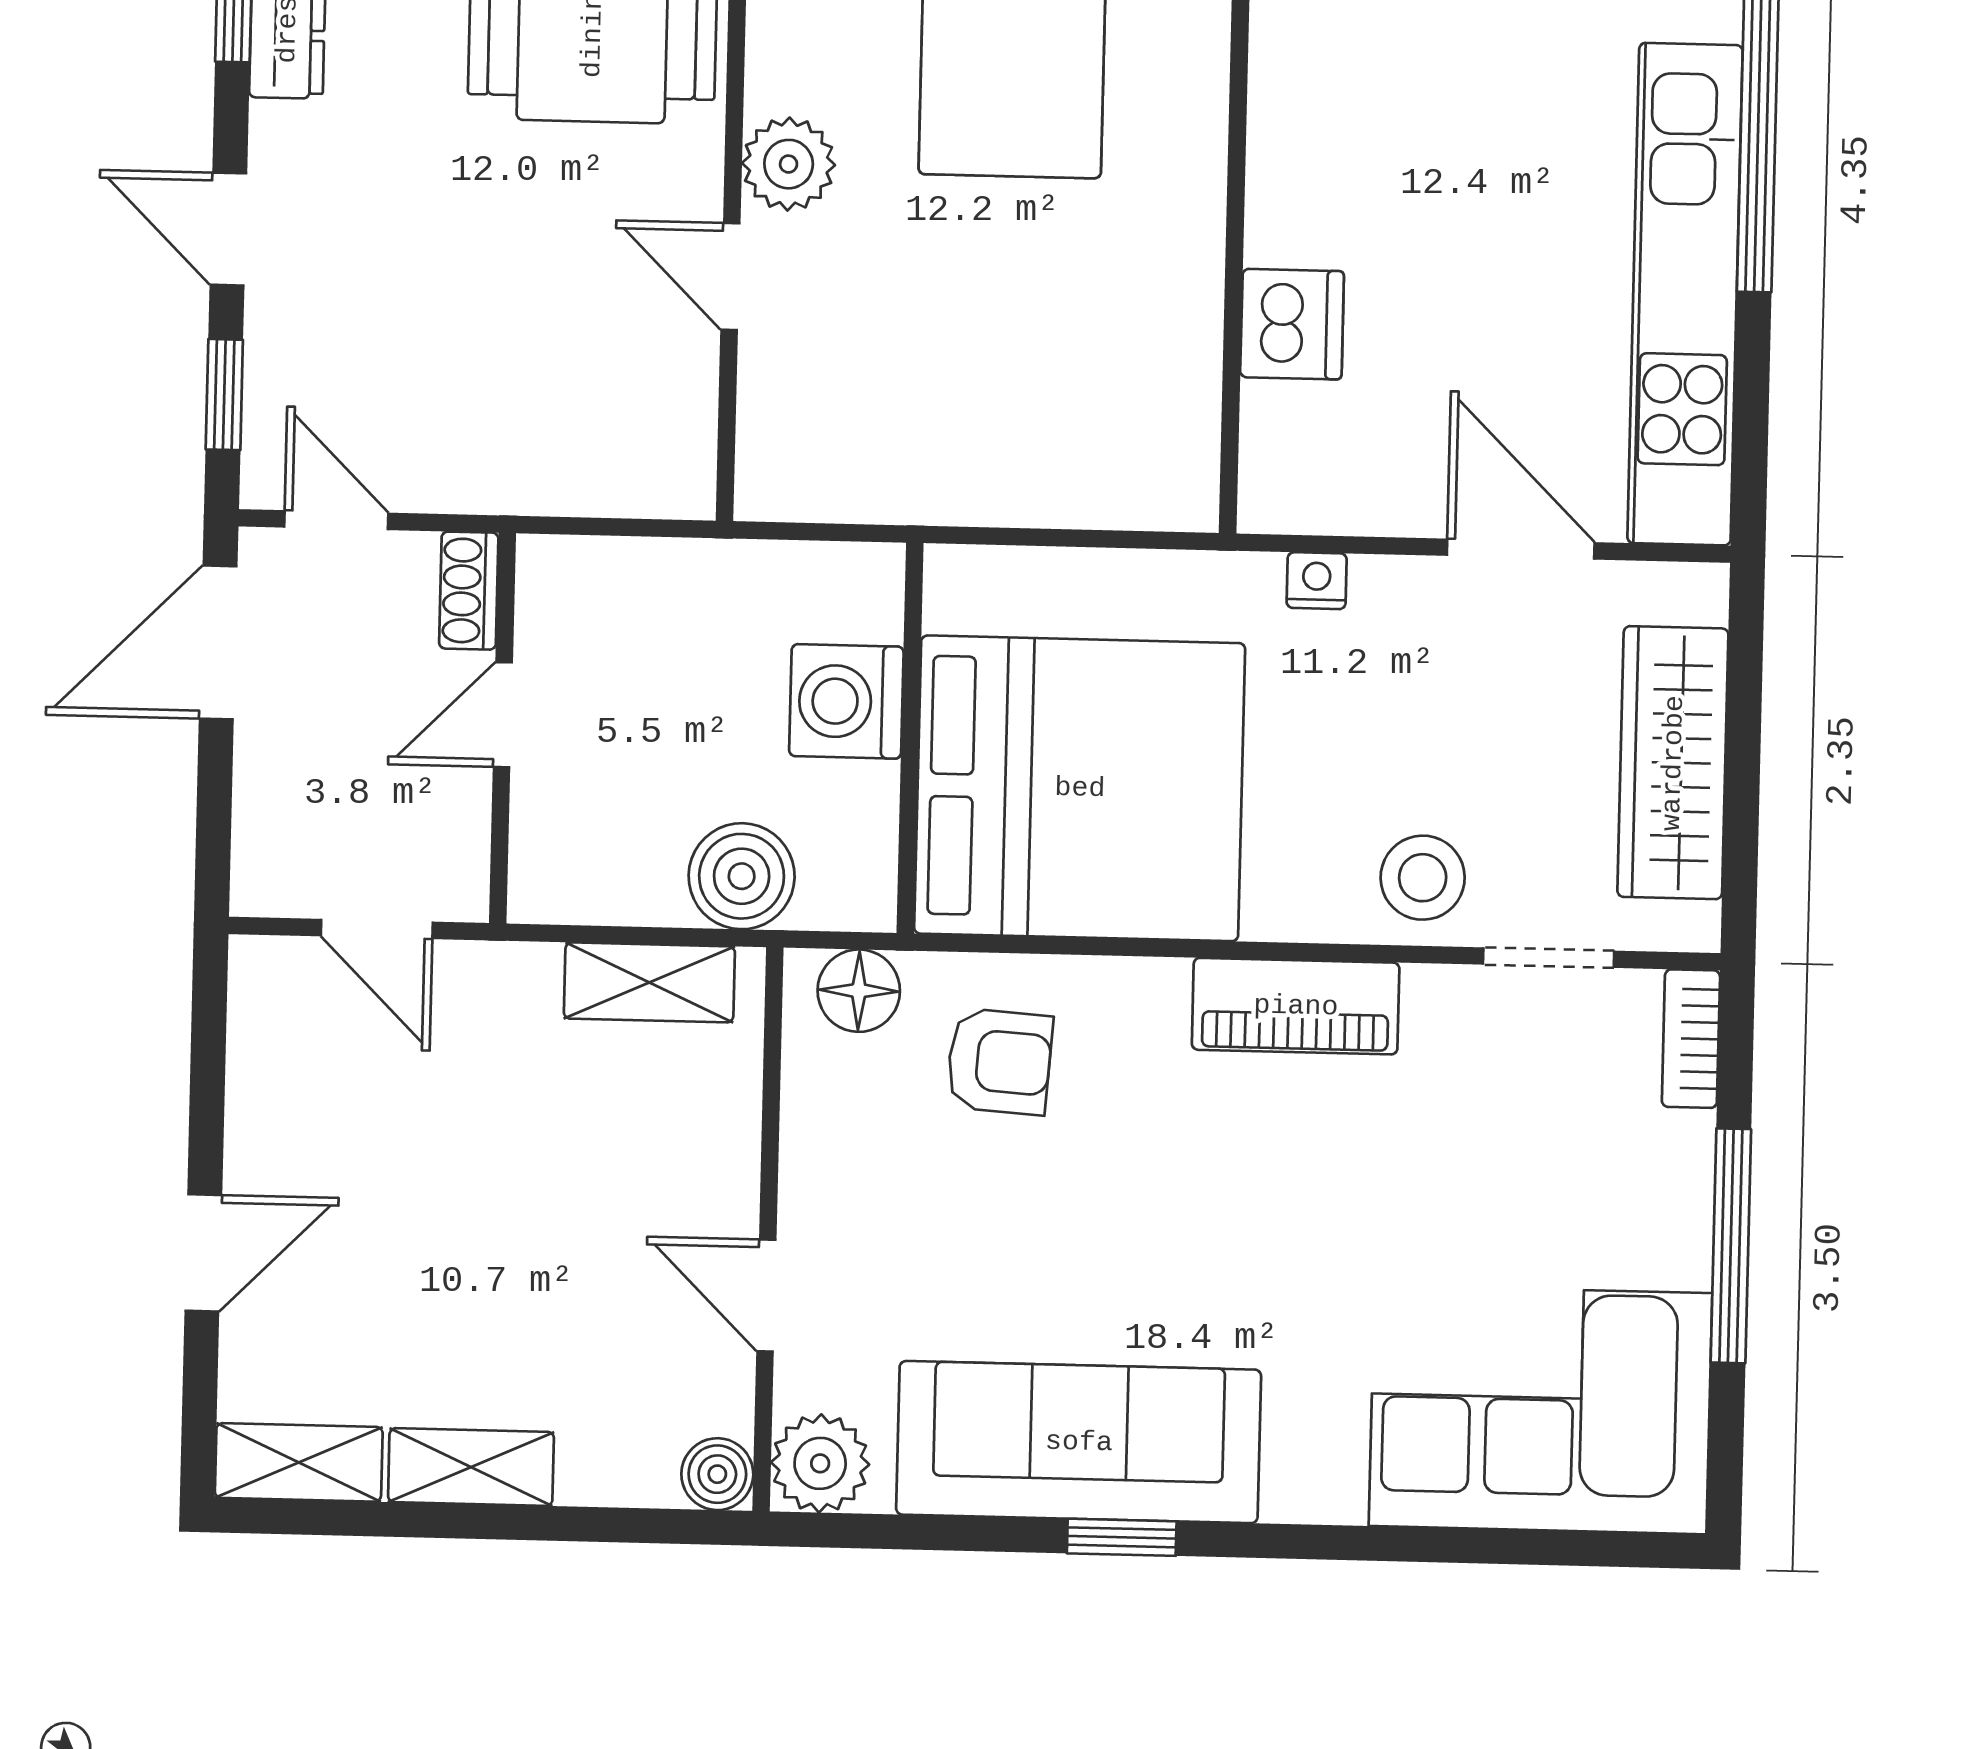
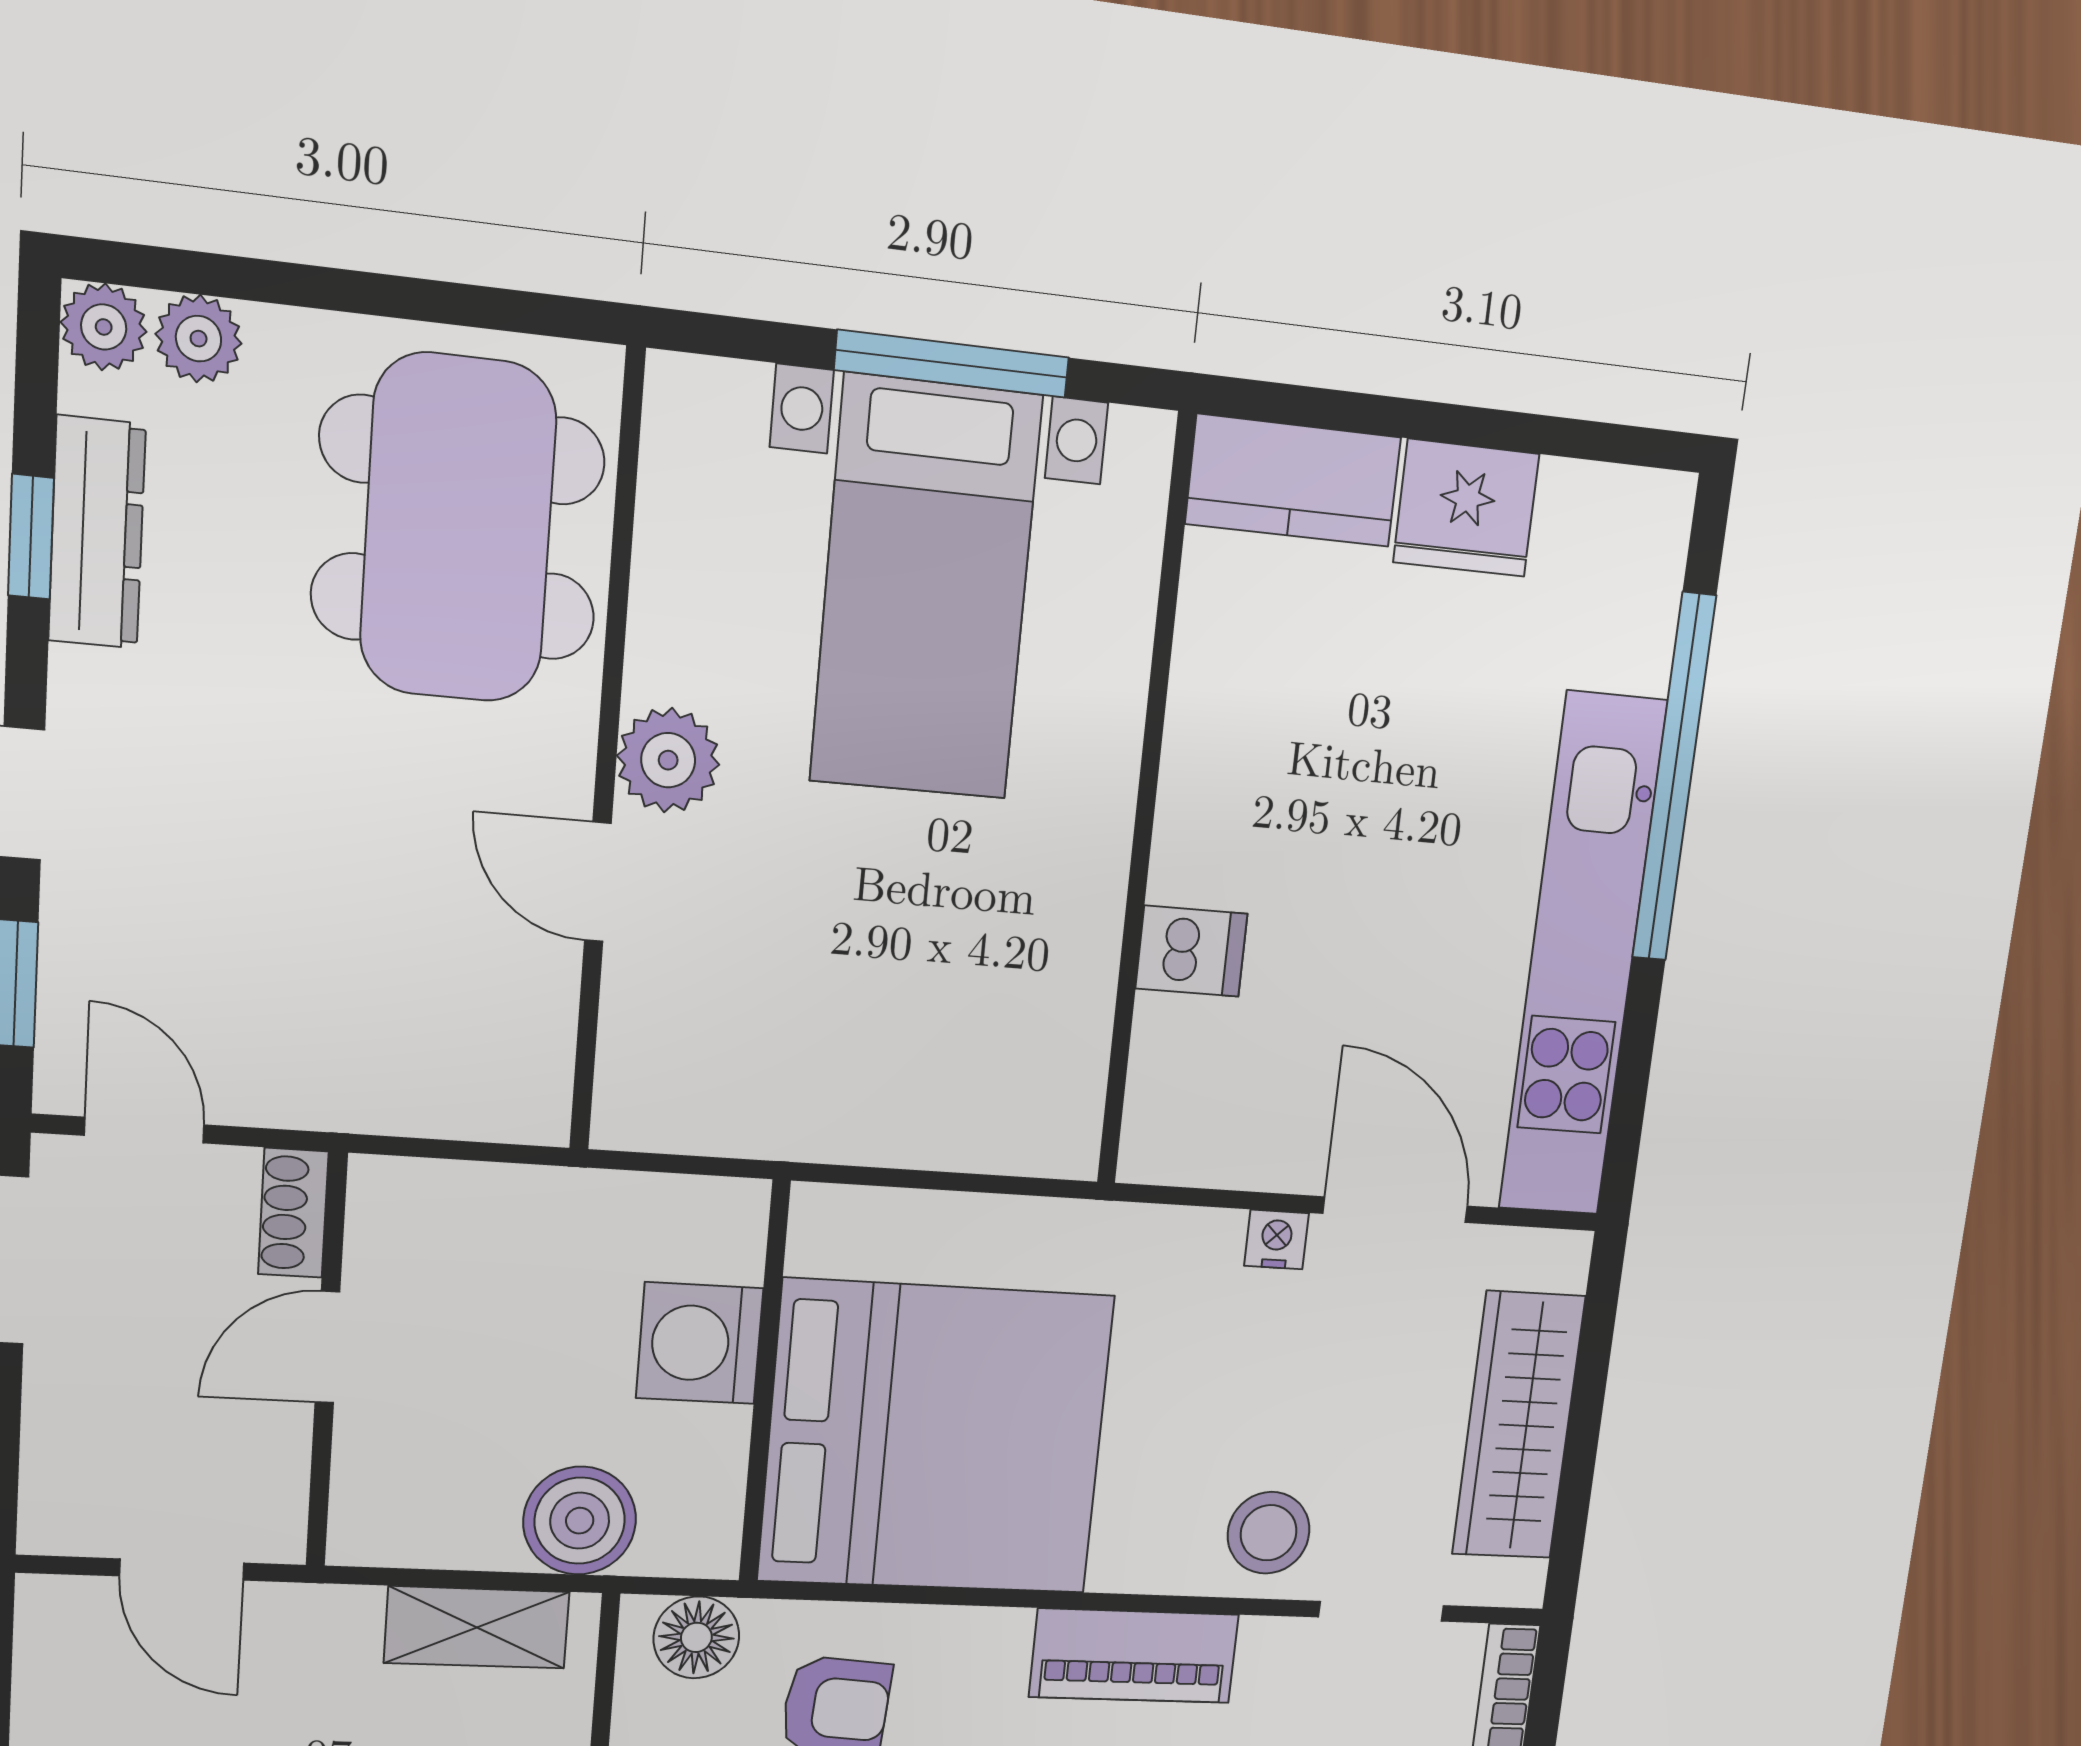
dishwasher: (1292, 324) -> (1192, 951), width x0.73
nightstand: (1317, 581) -> (1276, 1240), moved

